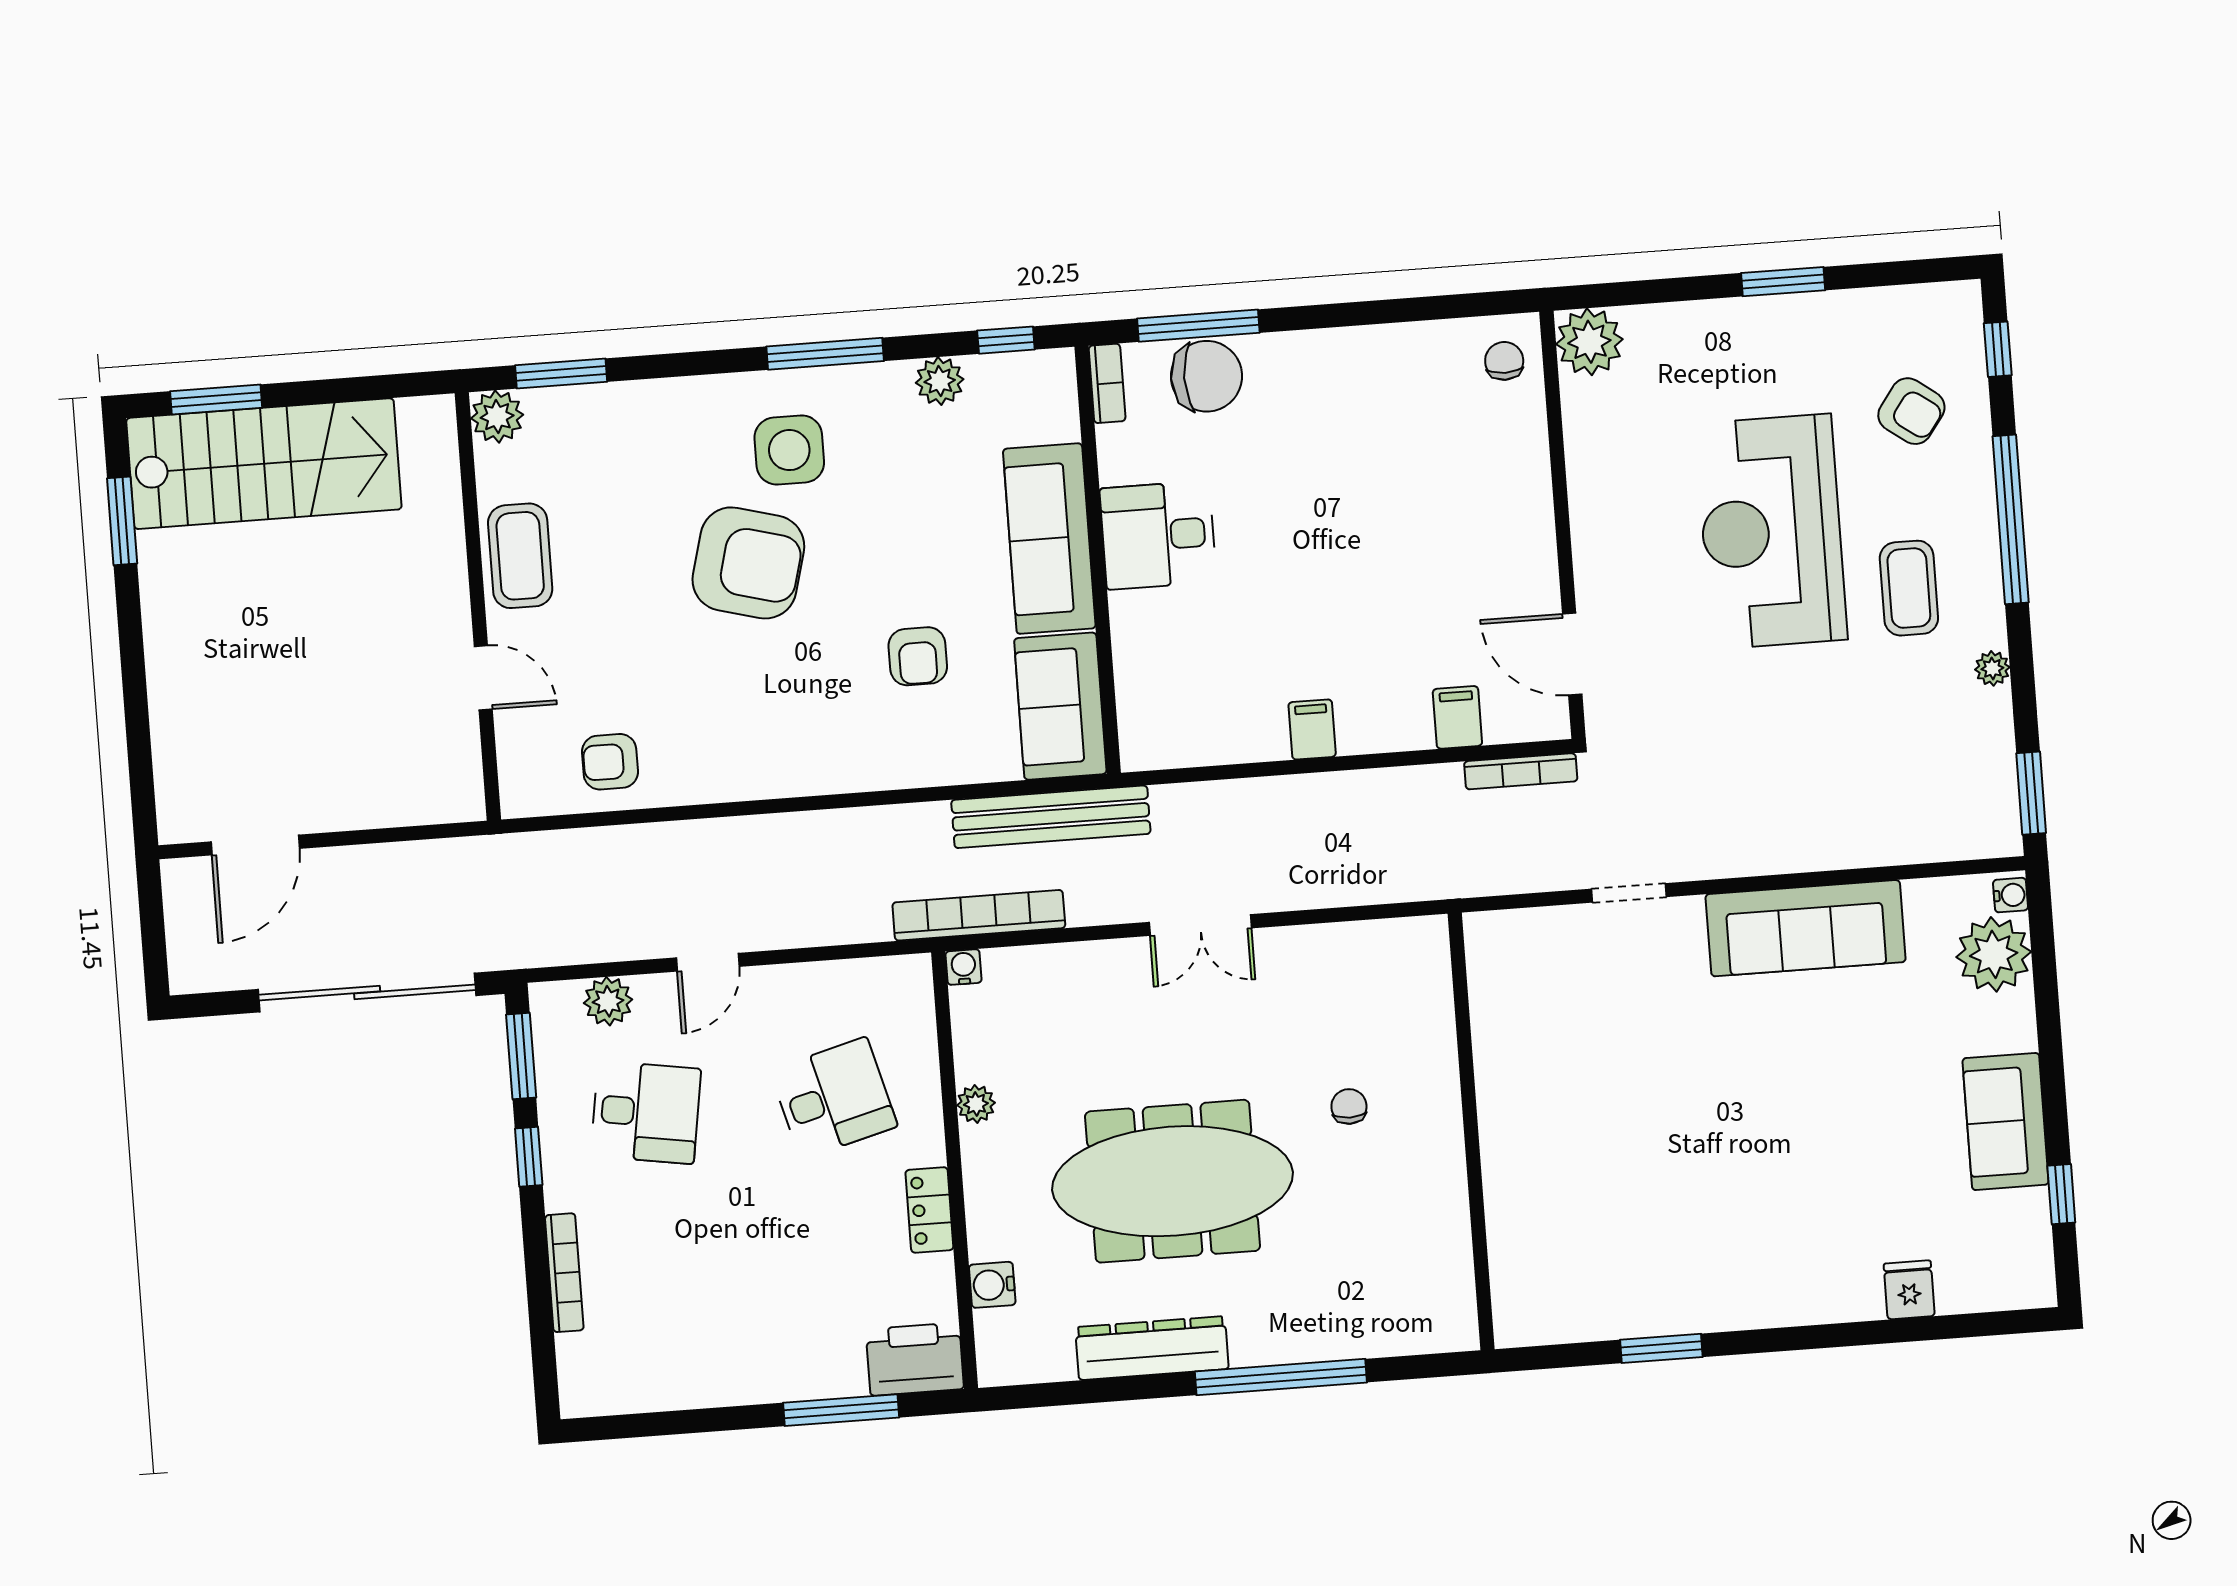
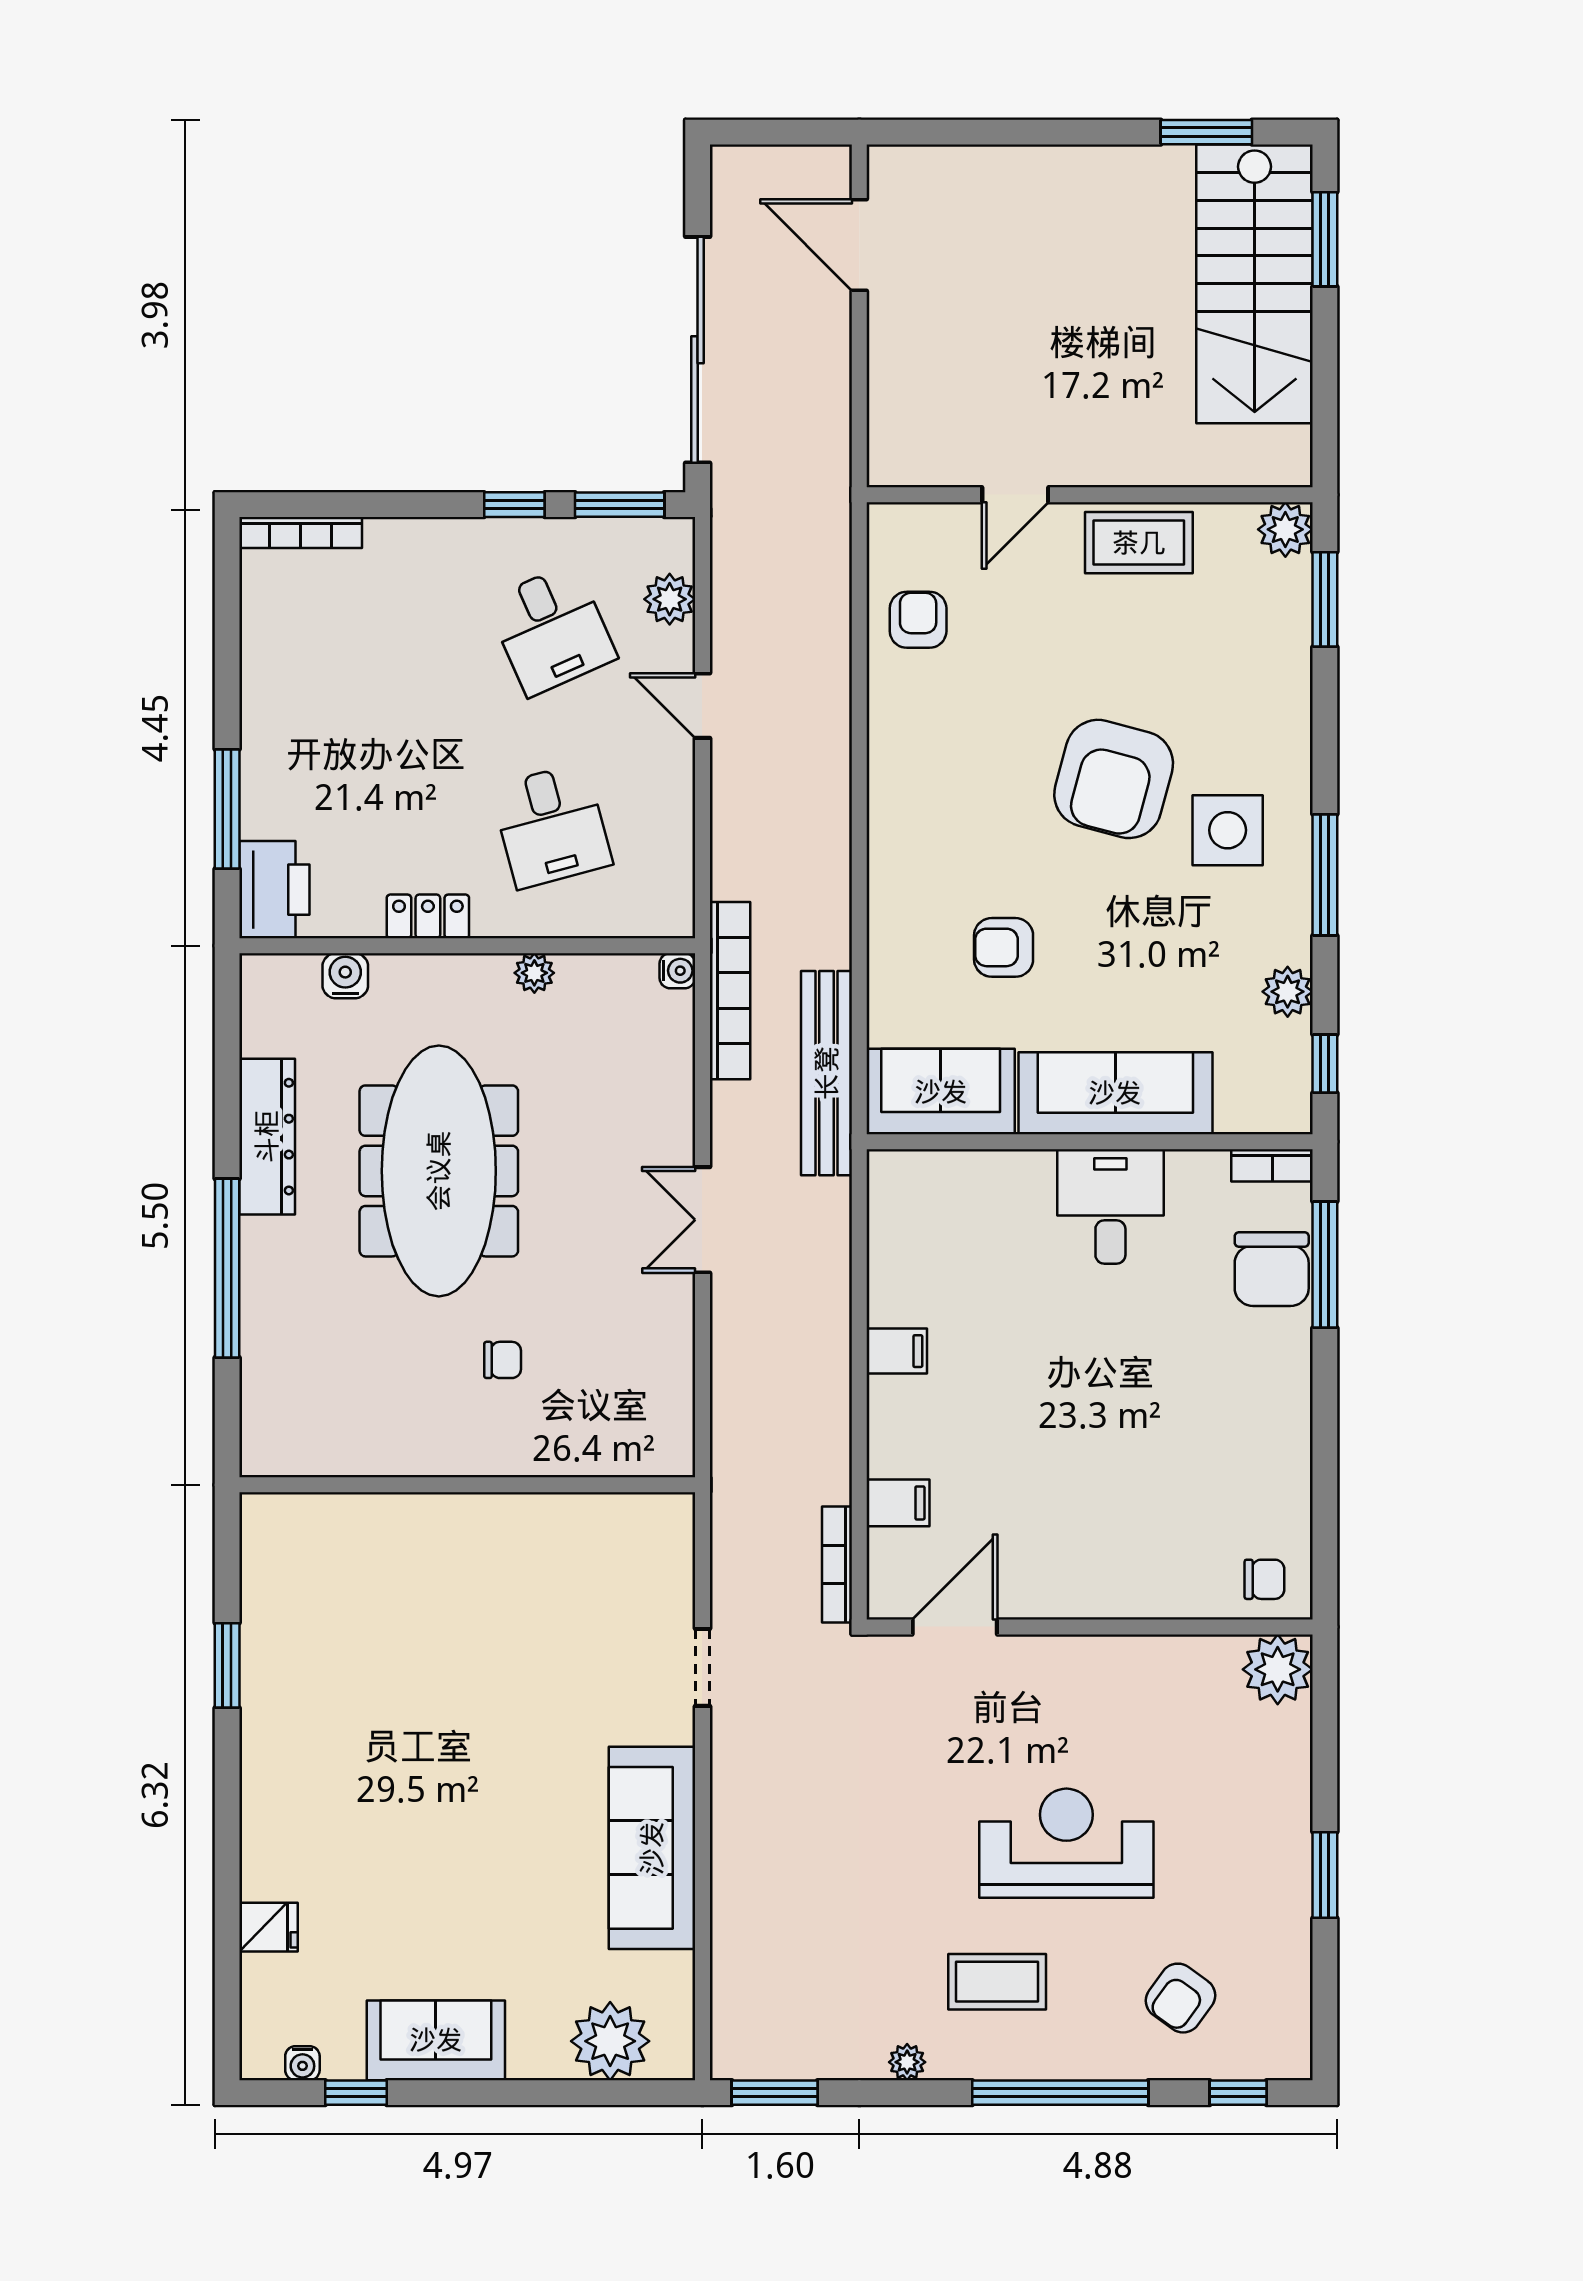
reception desk: (1771, 532) -> (1066, 1843), width x0.74, depth x0.77
water cooler: (2010, 895) -> (302, 2063), moved
desk: (646, 1112) -> (551, 630), turned -33
bookcase: (564, 1273) -> (301, 532), moved

